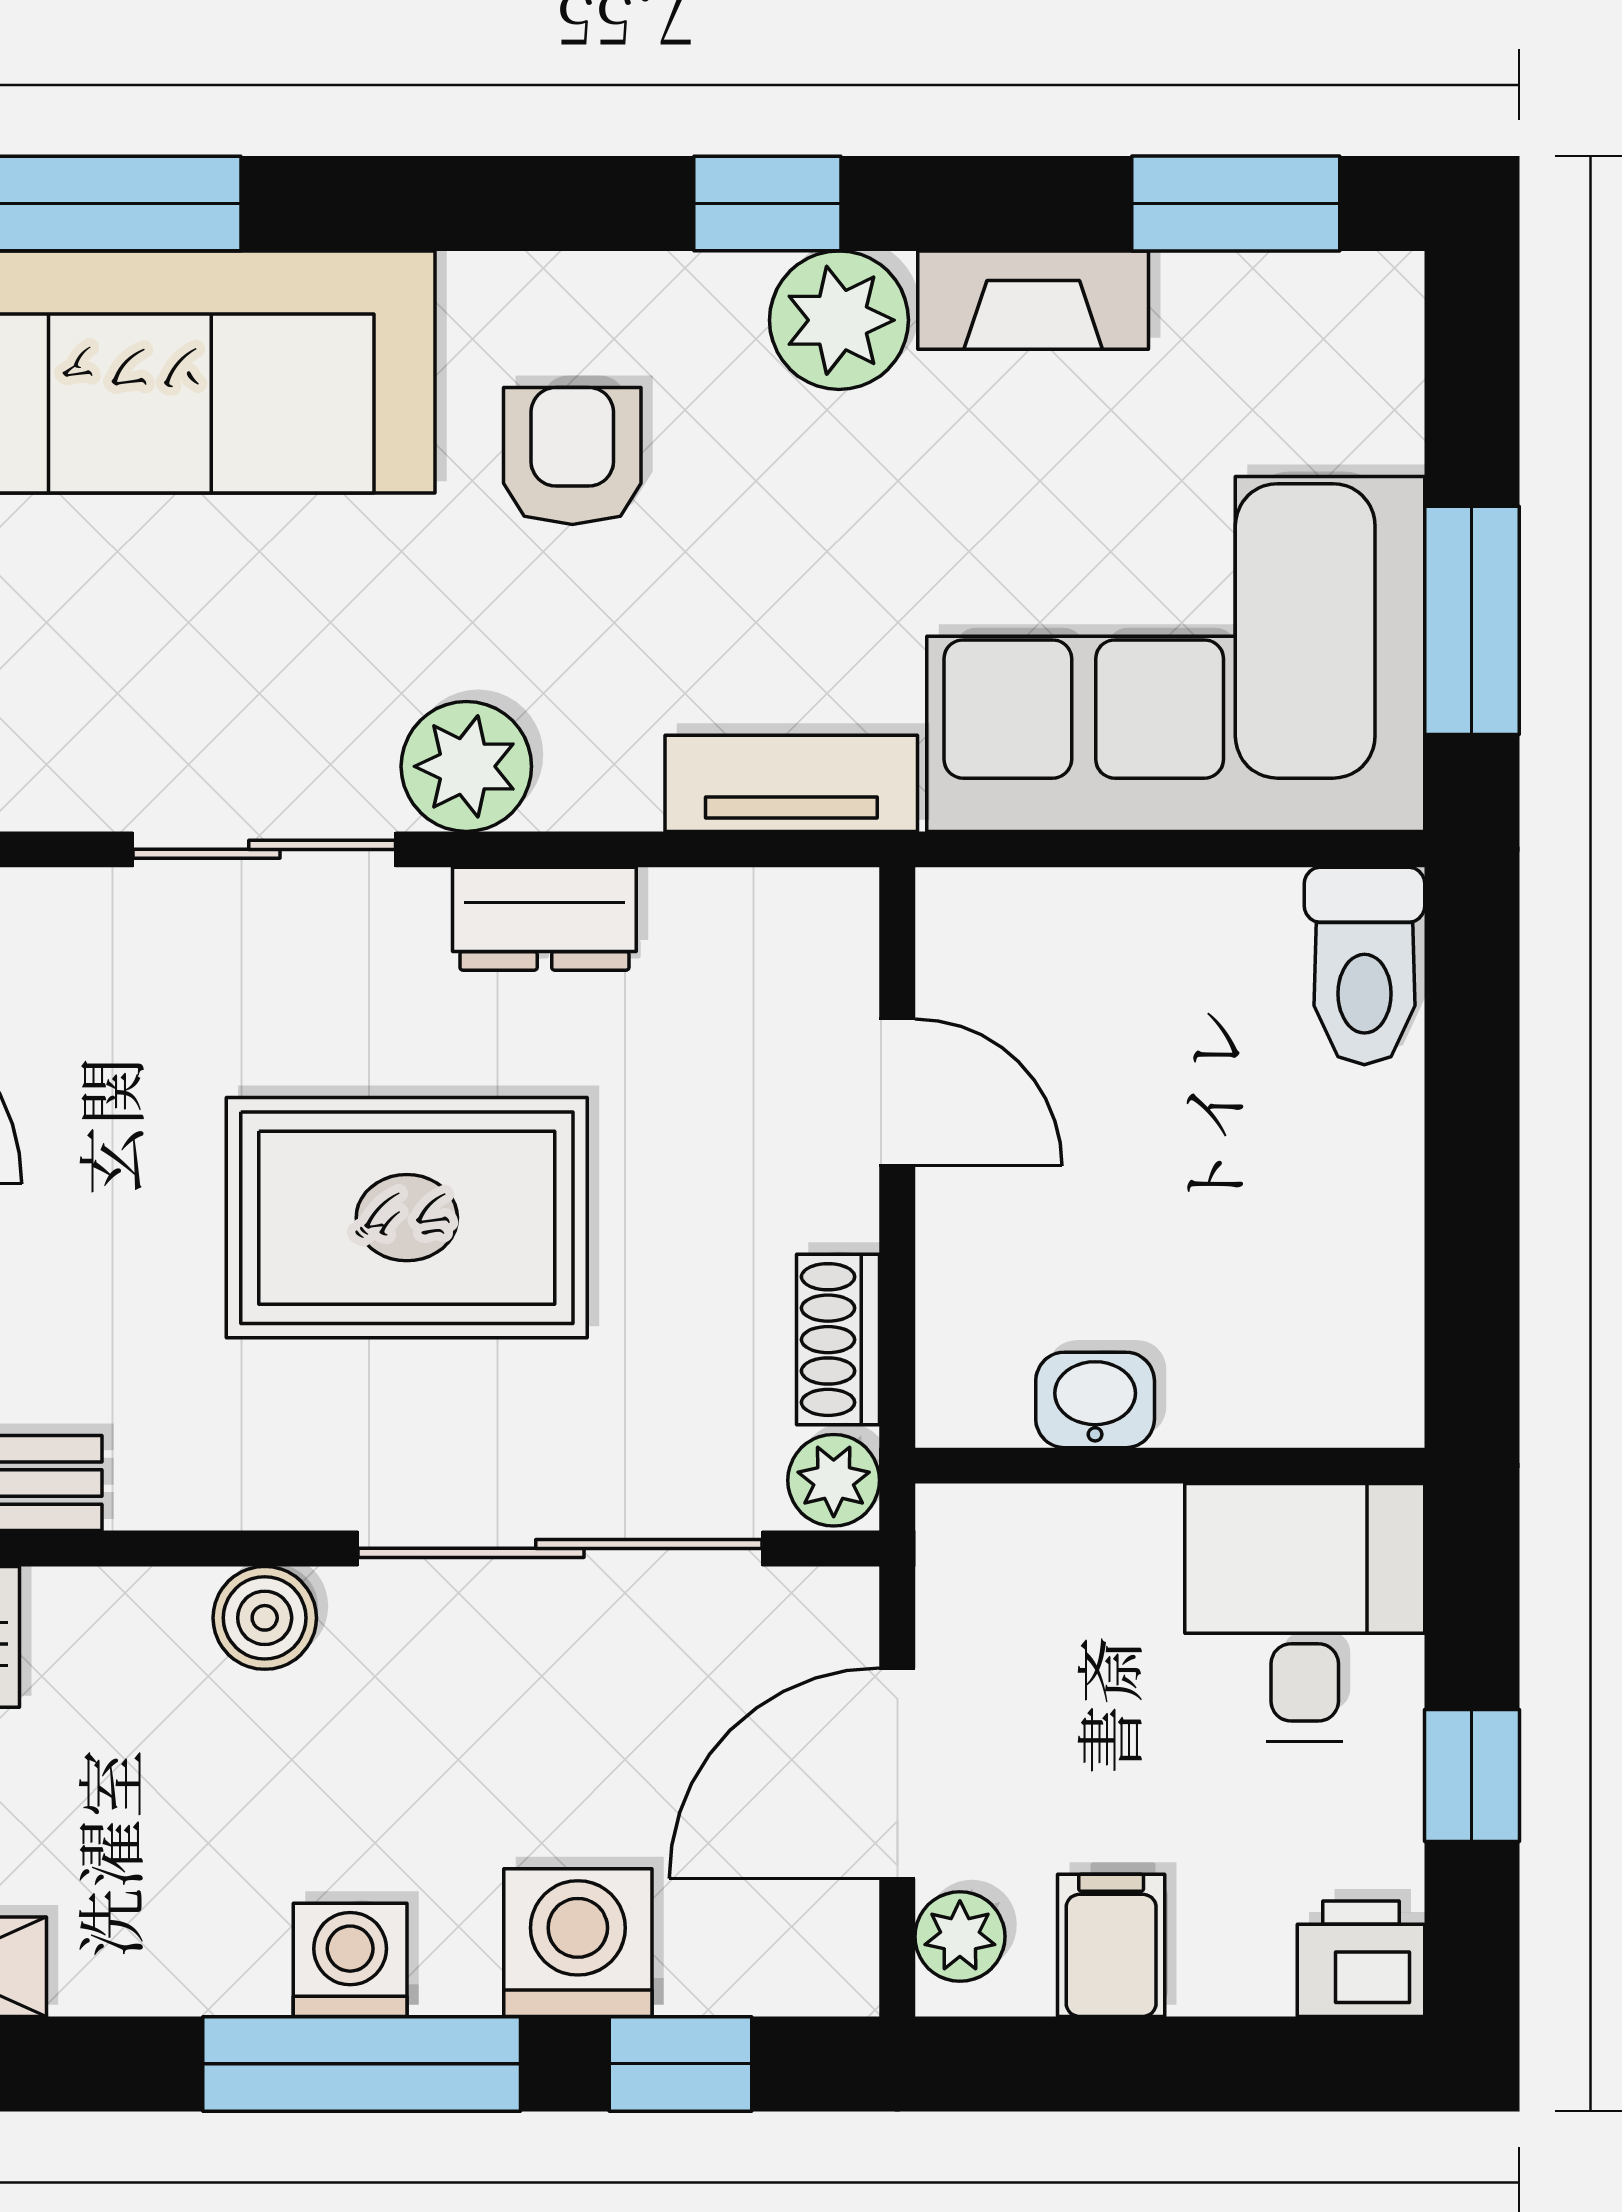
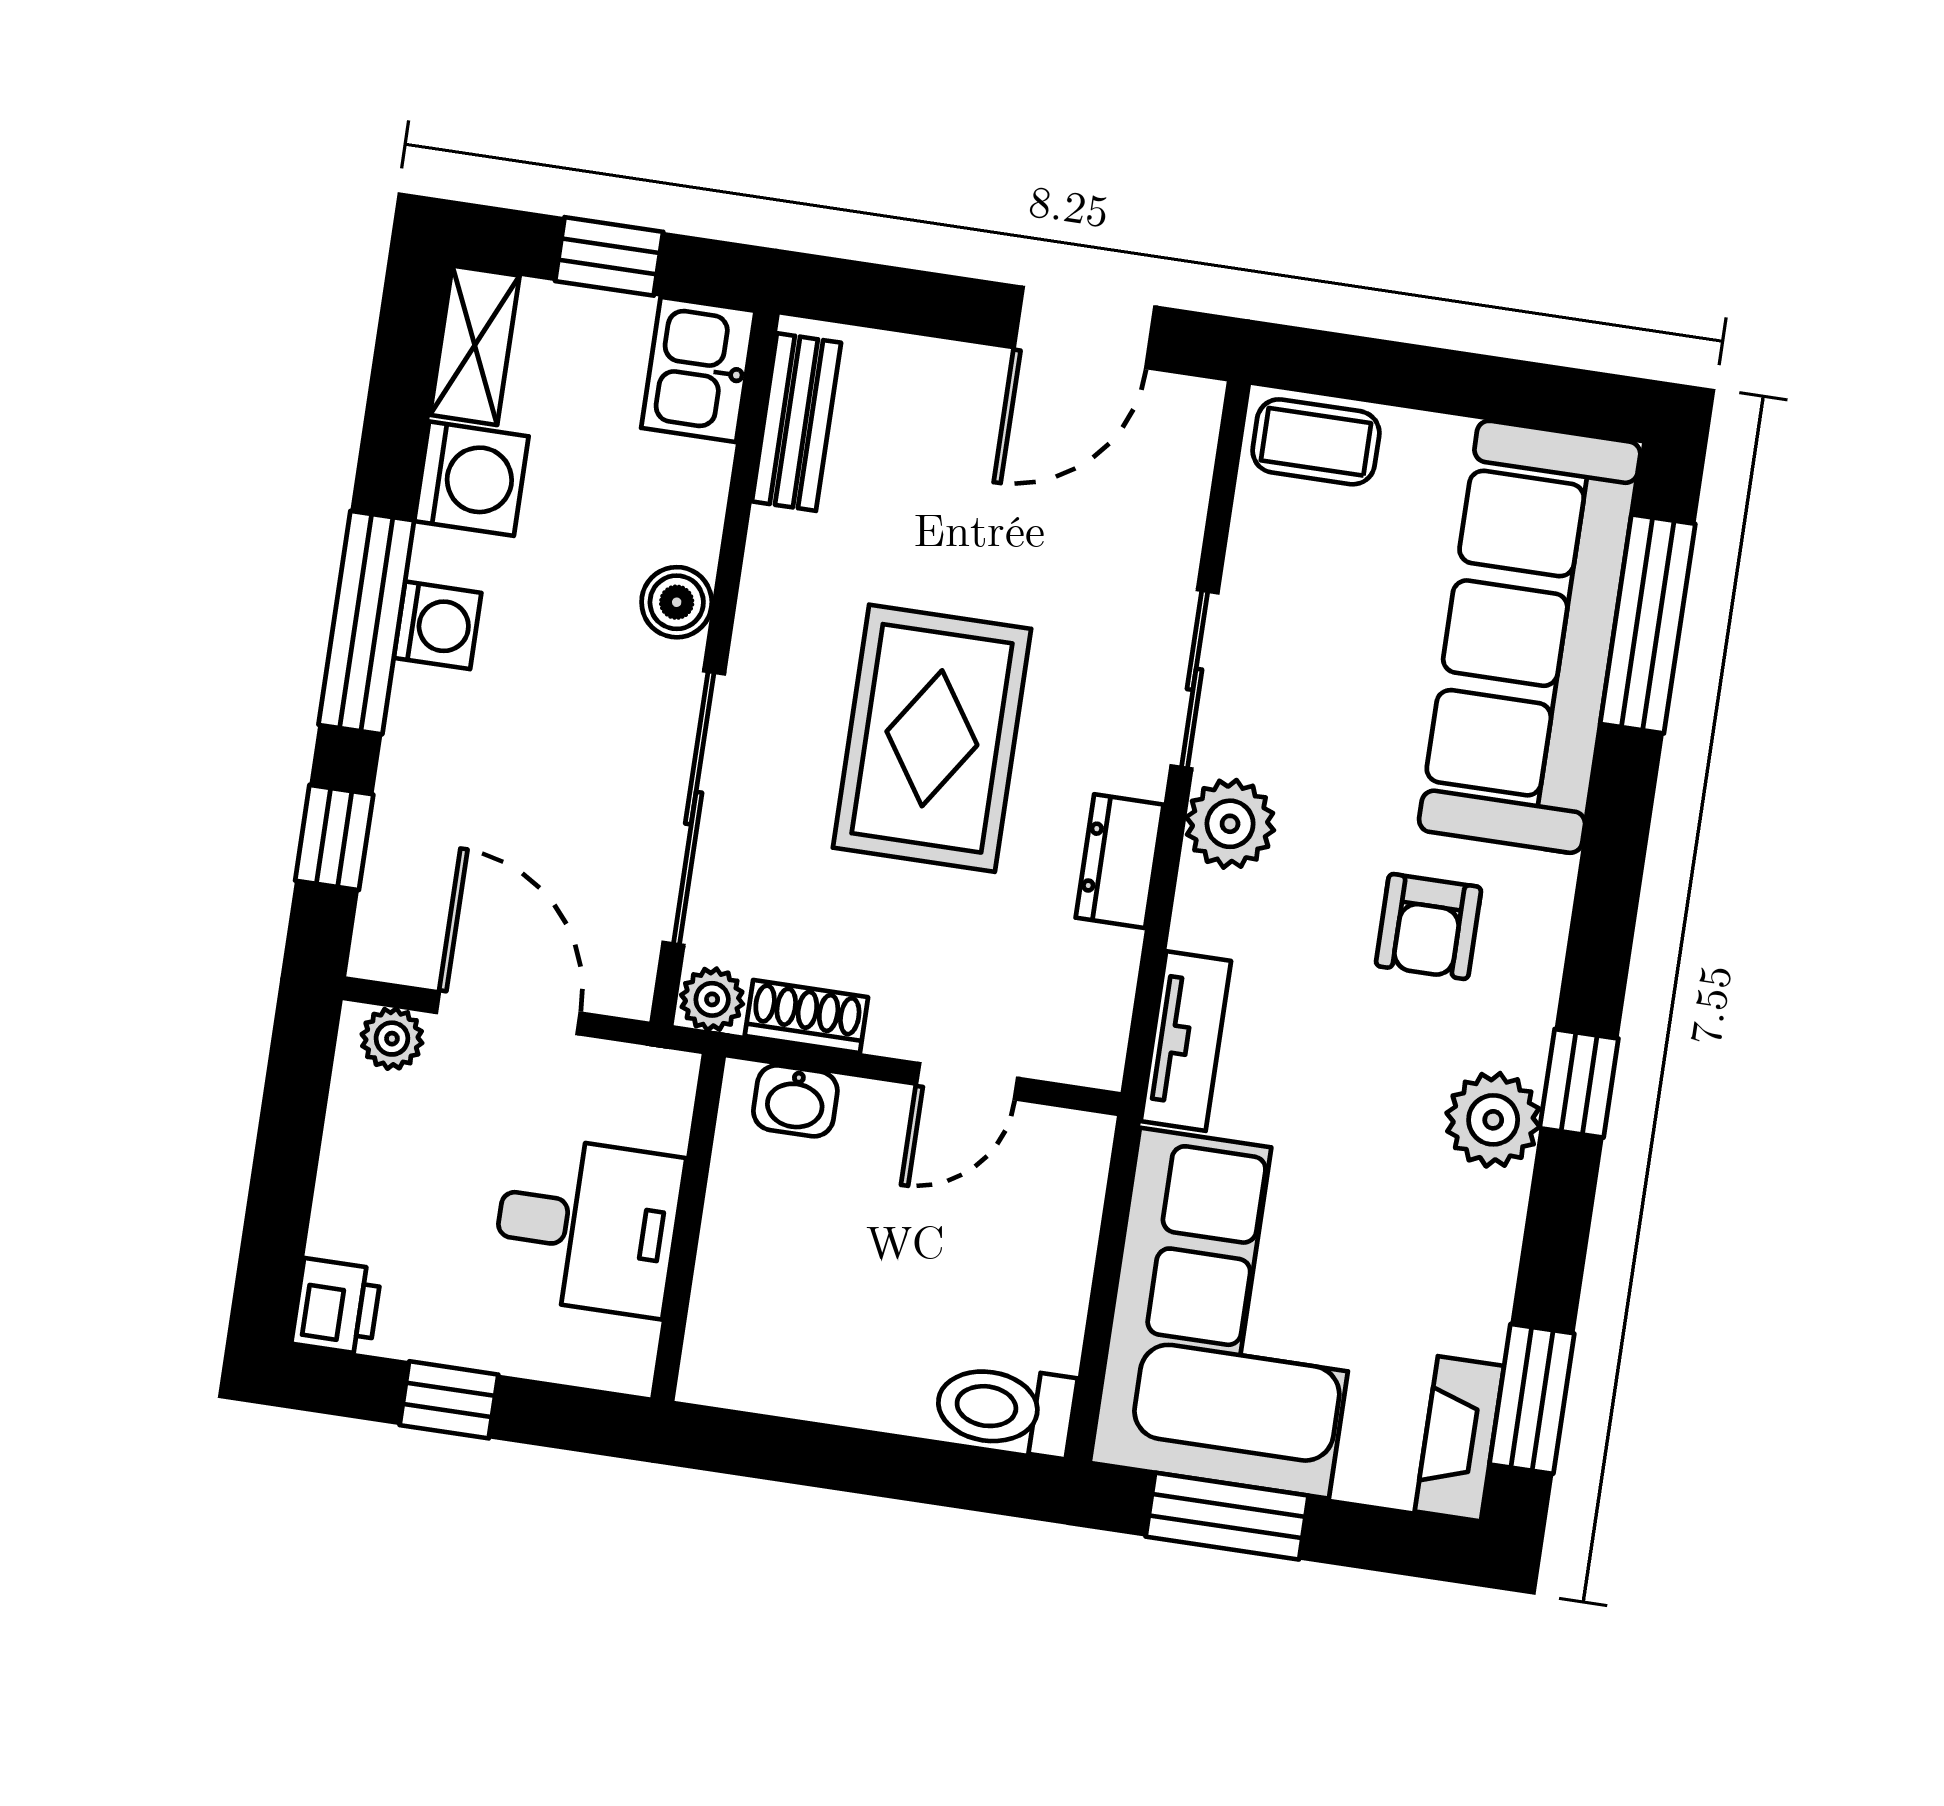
fireplace: (1033, 300) -> (1459, 1439), moved
armchair: (572, 456) -> (1429, 926), turned 90
washbasin: (1095, 1400) -> (795, 1101), moved, turned 90
desk: (1305, 1613) -> (587, 1226), moved
washing machine: (578, 1943) -> (471, 479), moved
filing cabinet: (1111, 1945) -> (371, 1140), removed

